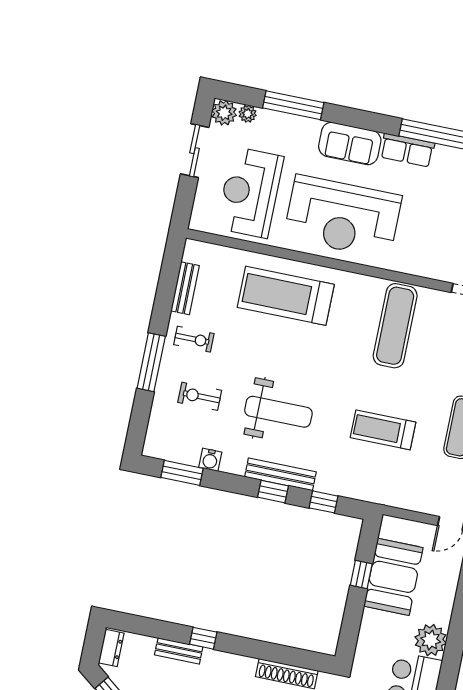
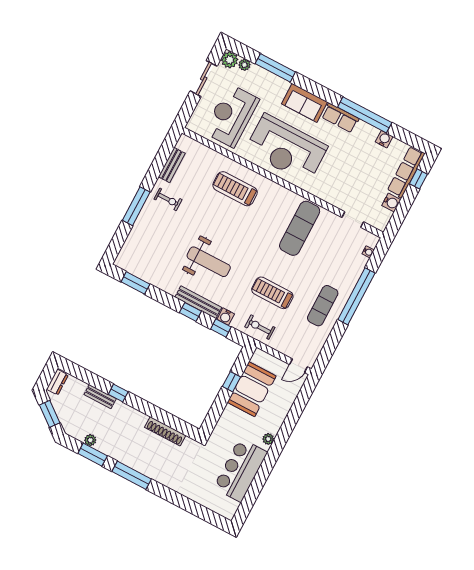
treadmill: (286, 296) -> (235, 189), width x0.73, depth x0.73
exercise bike: (200, 396) -> (260, 327), moved
water cooler: (210, 460) -> (226, 317), moved
plant: (431, 640) -> (268, 439), width x0.53, depth x0.53

